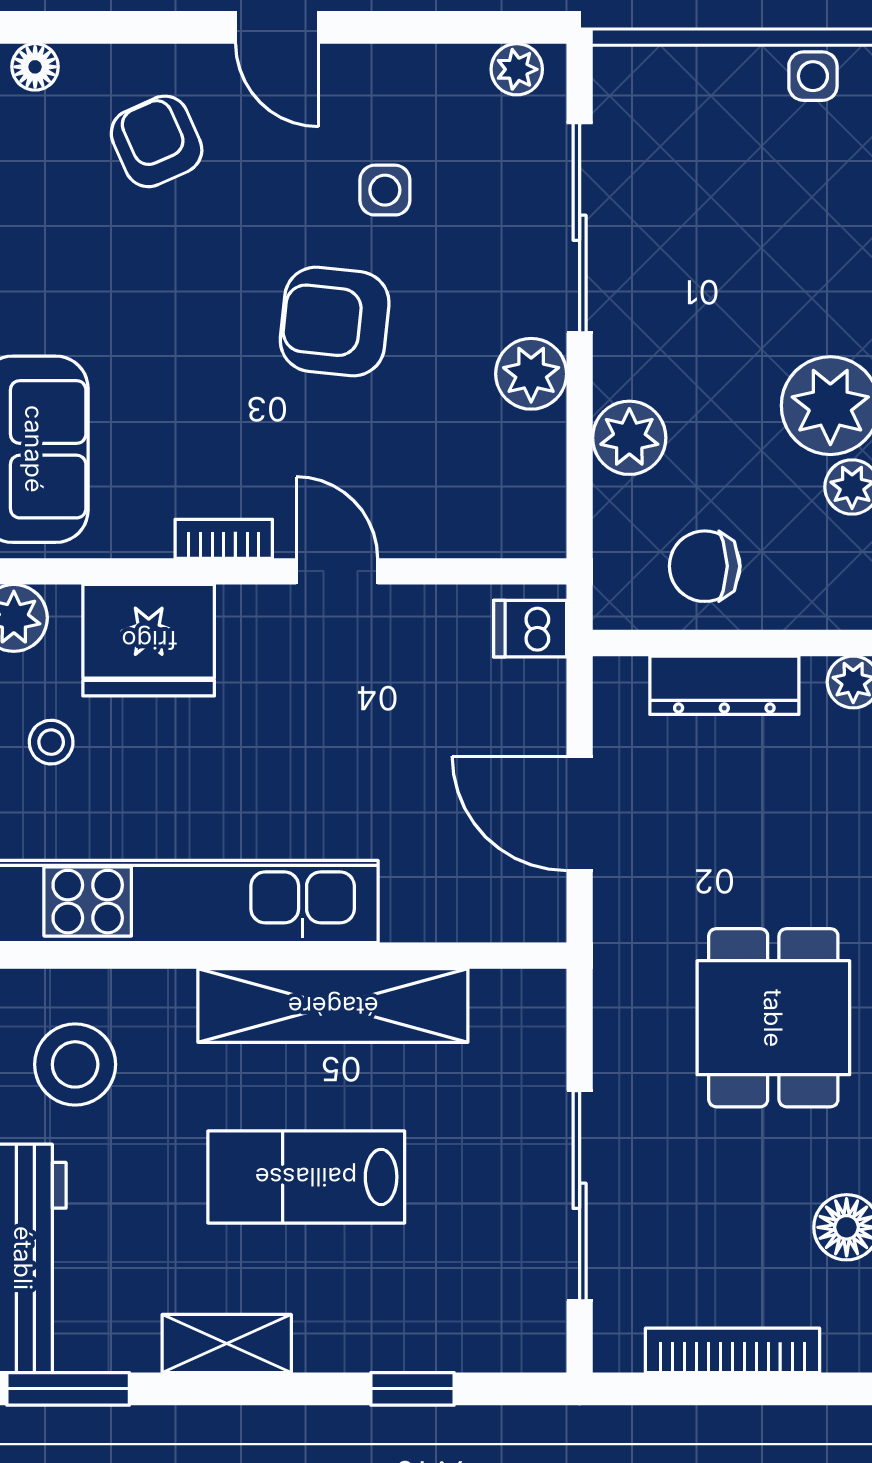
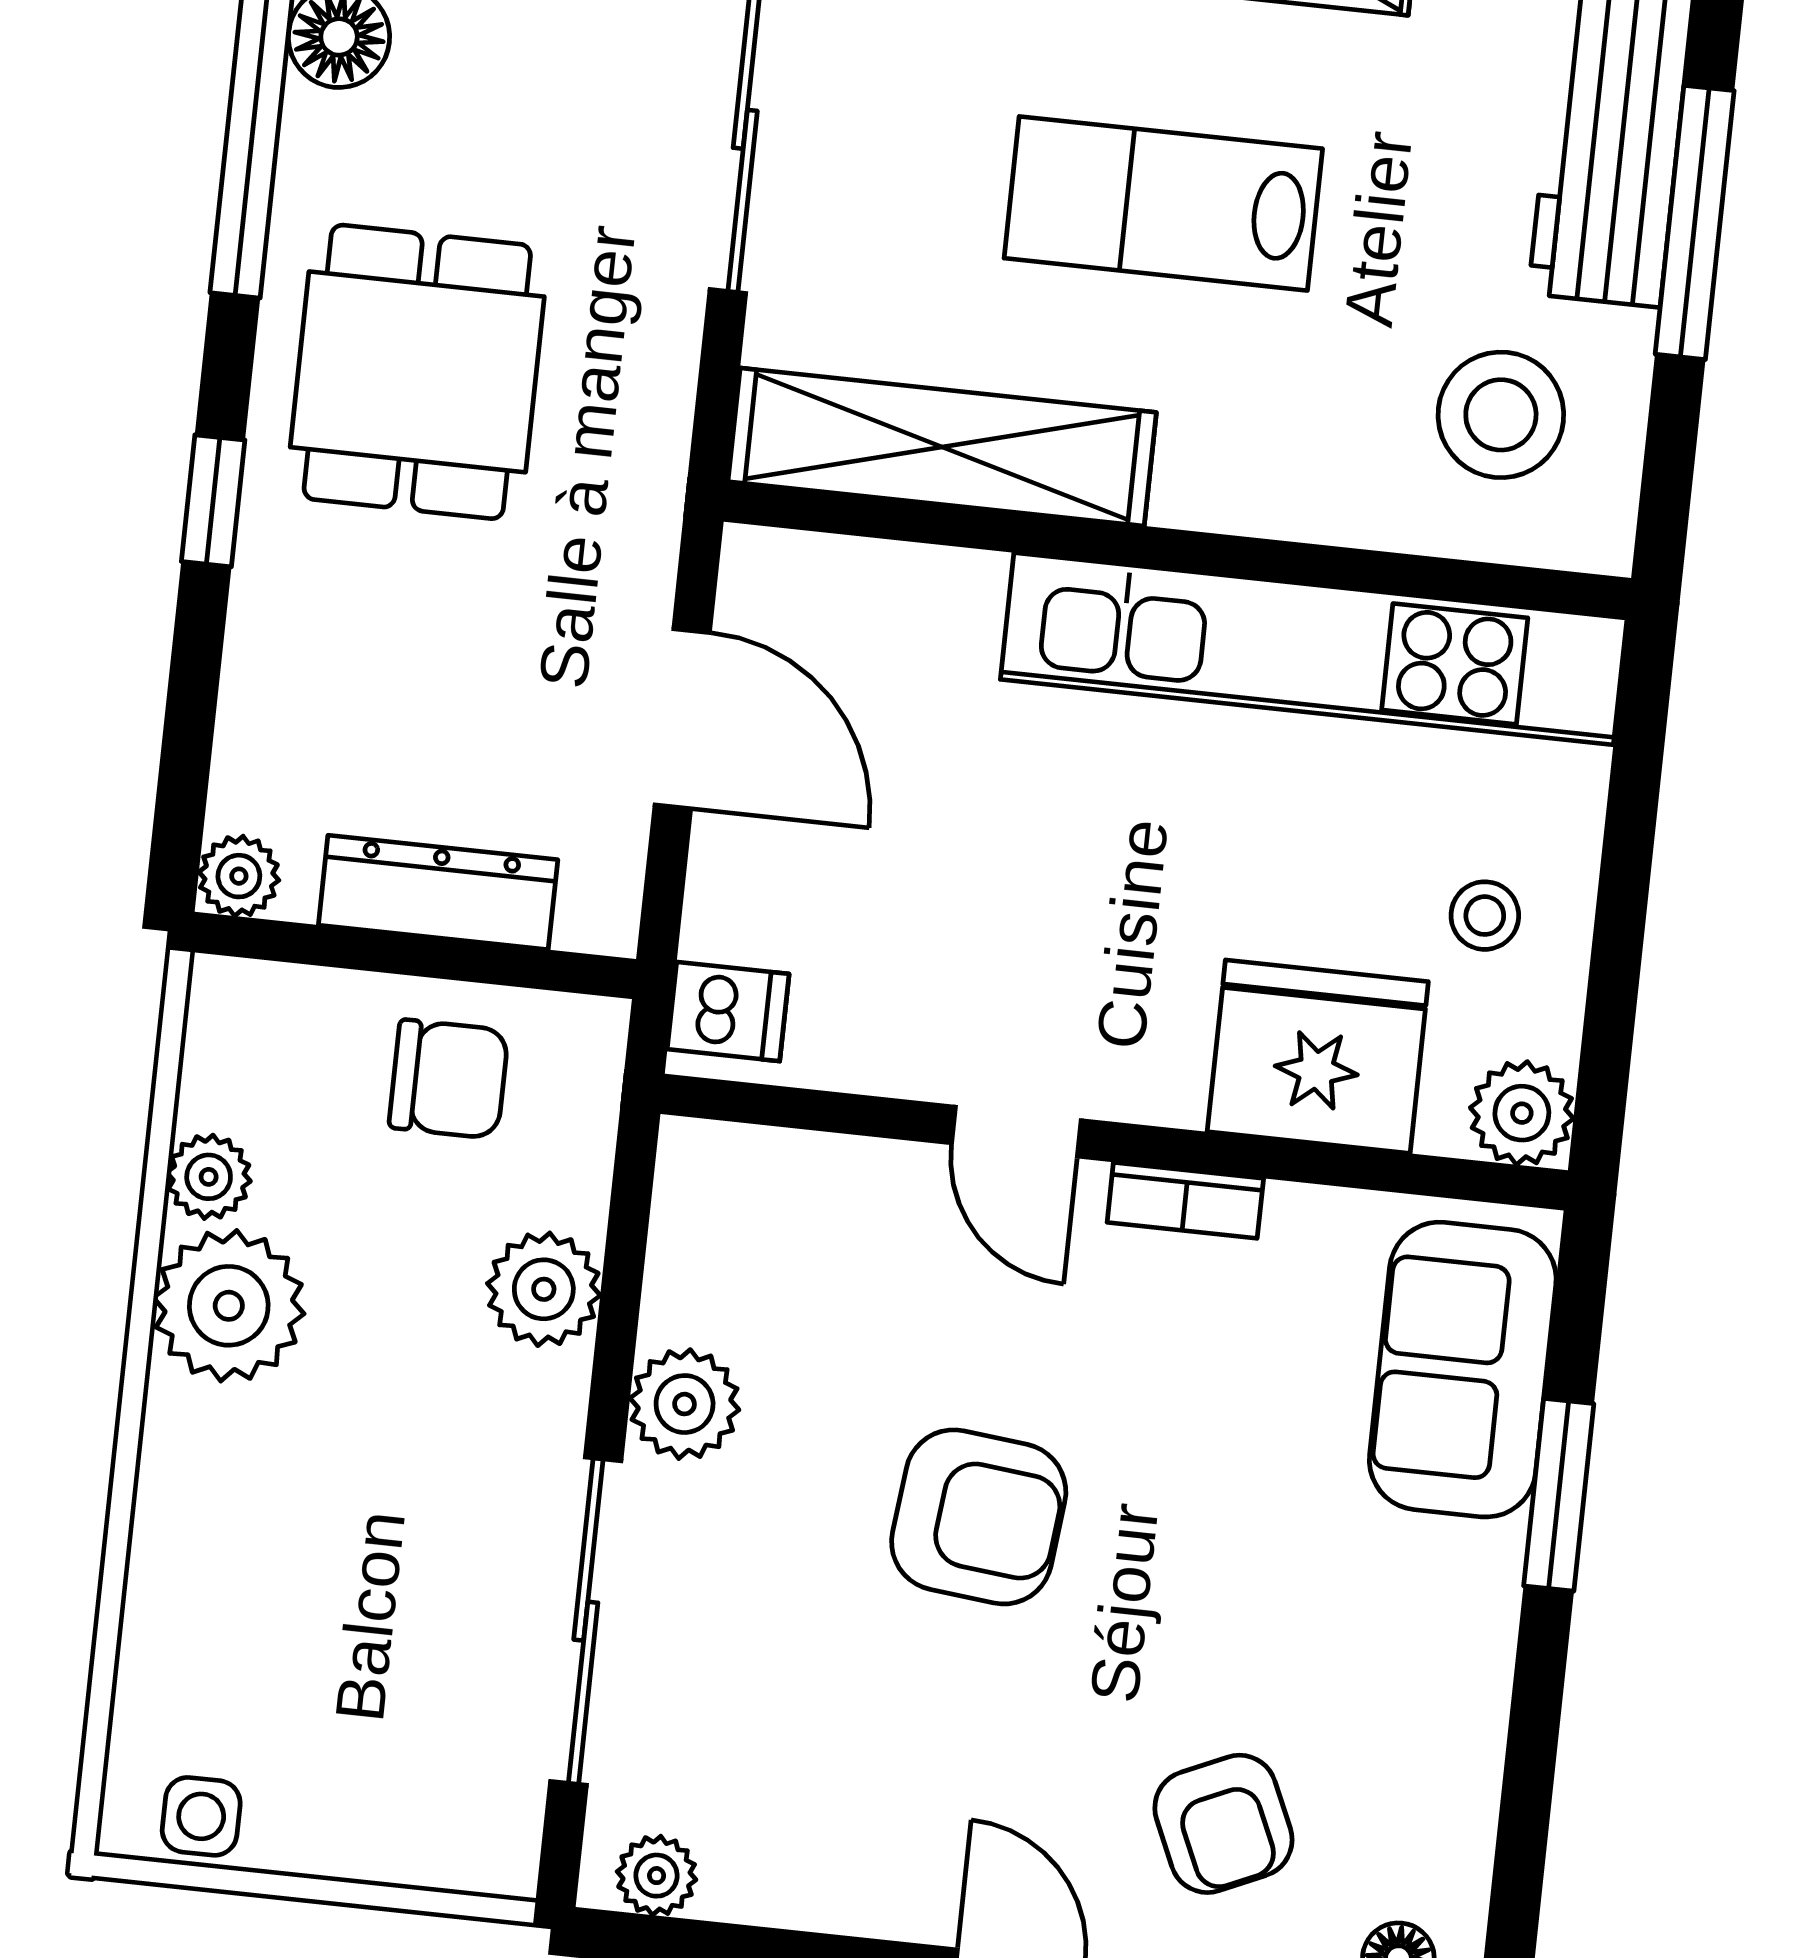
side table: (385, 190) -> (880, 1711), removed
shelving: (333, 1006) -> (942, 447), moved
lab bench: (306, 1177) -> (1163, 203), turned 180

